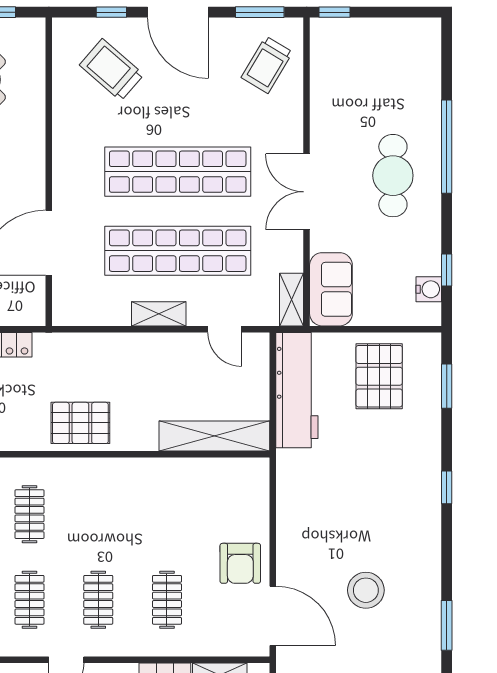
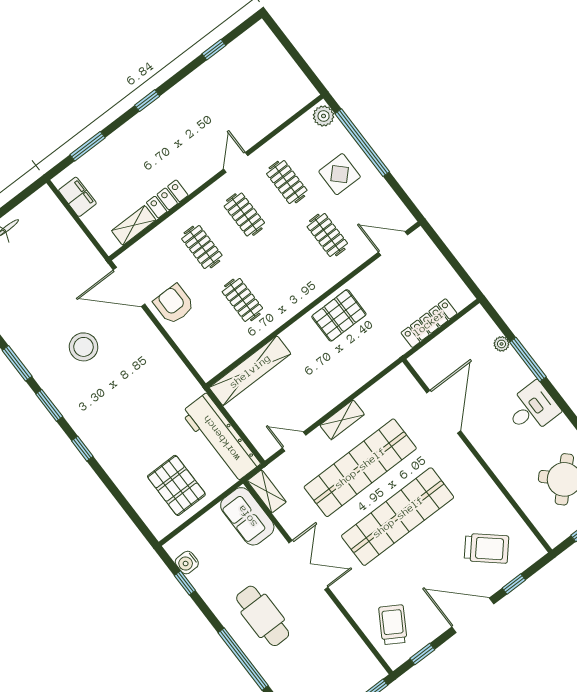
window: (260, 12) -> (422, 654), width x0.67
window: (447, 386) -> (49, 405), moved
clothes rail: (167, 514) -> (242, 300), added

